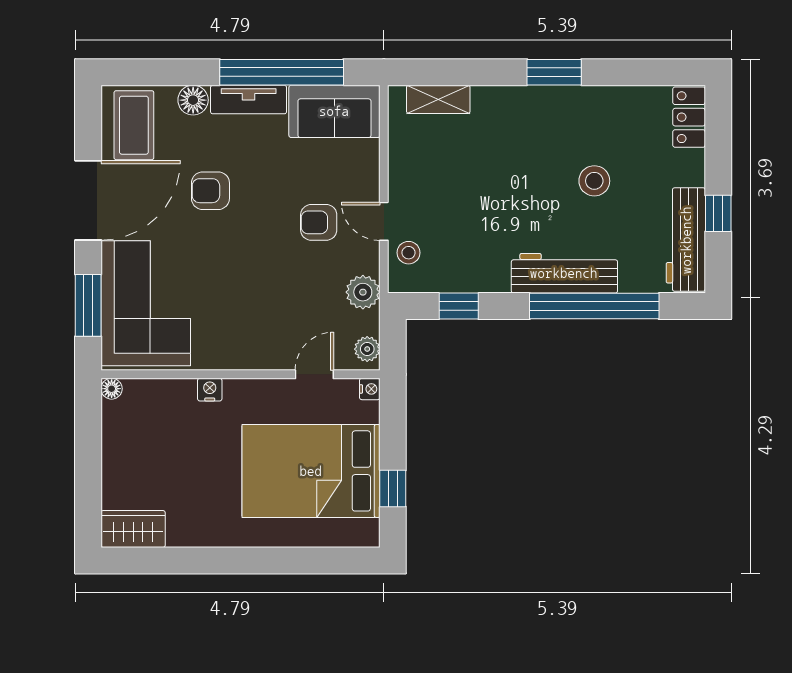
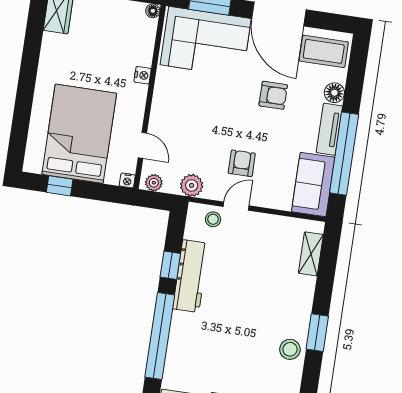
stool: (594, 181) -> (290, 349), moved
armchair: (210, 191) -> (273, 95), turned 90
workbench: (564, 273) -> (191, 276), moved
window: (459, 306) -> (170, 265), moved

